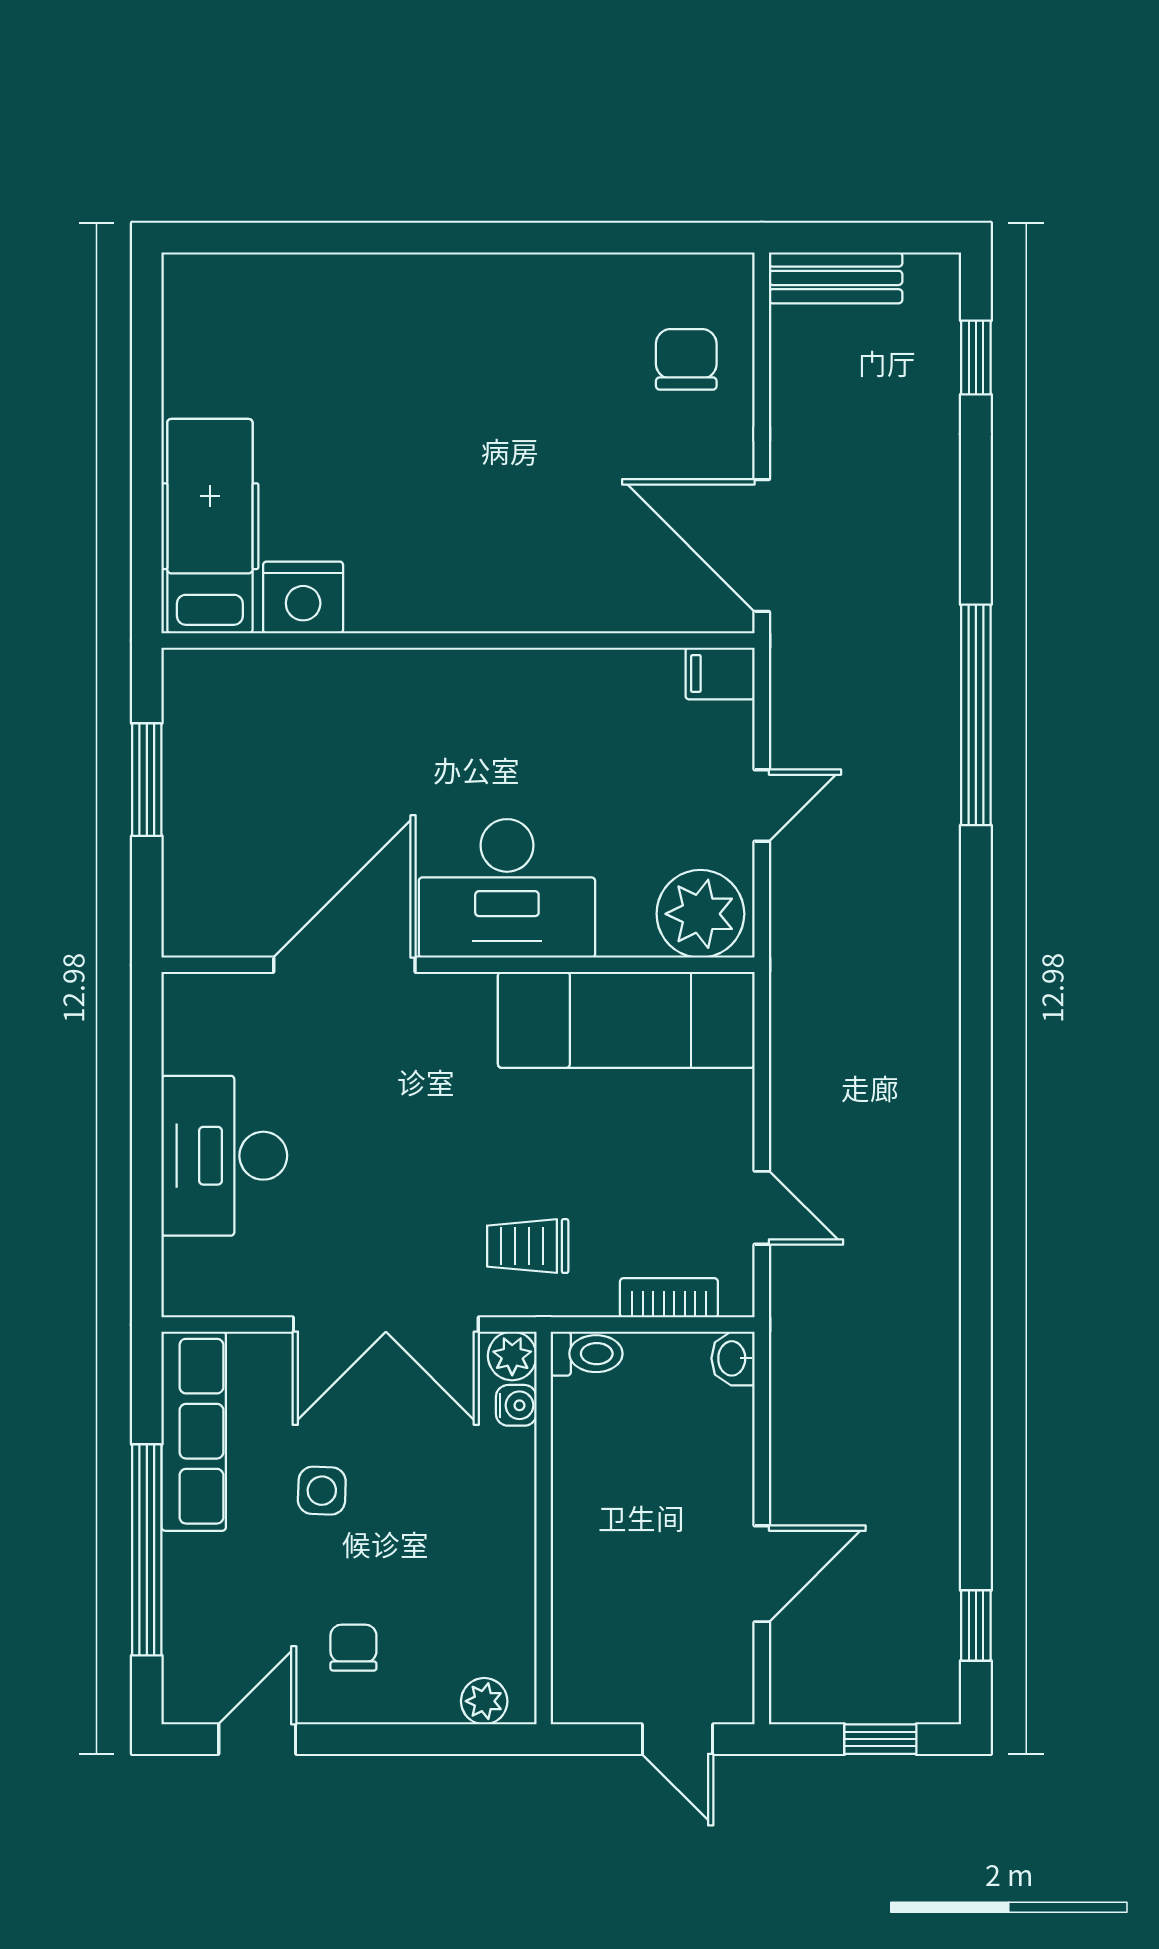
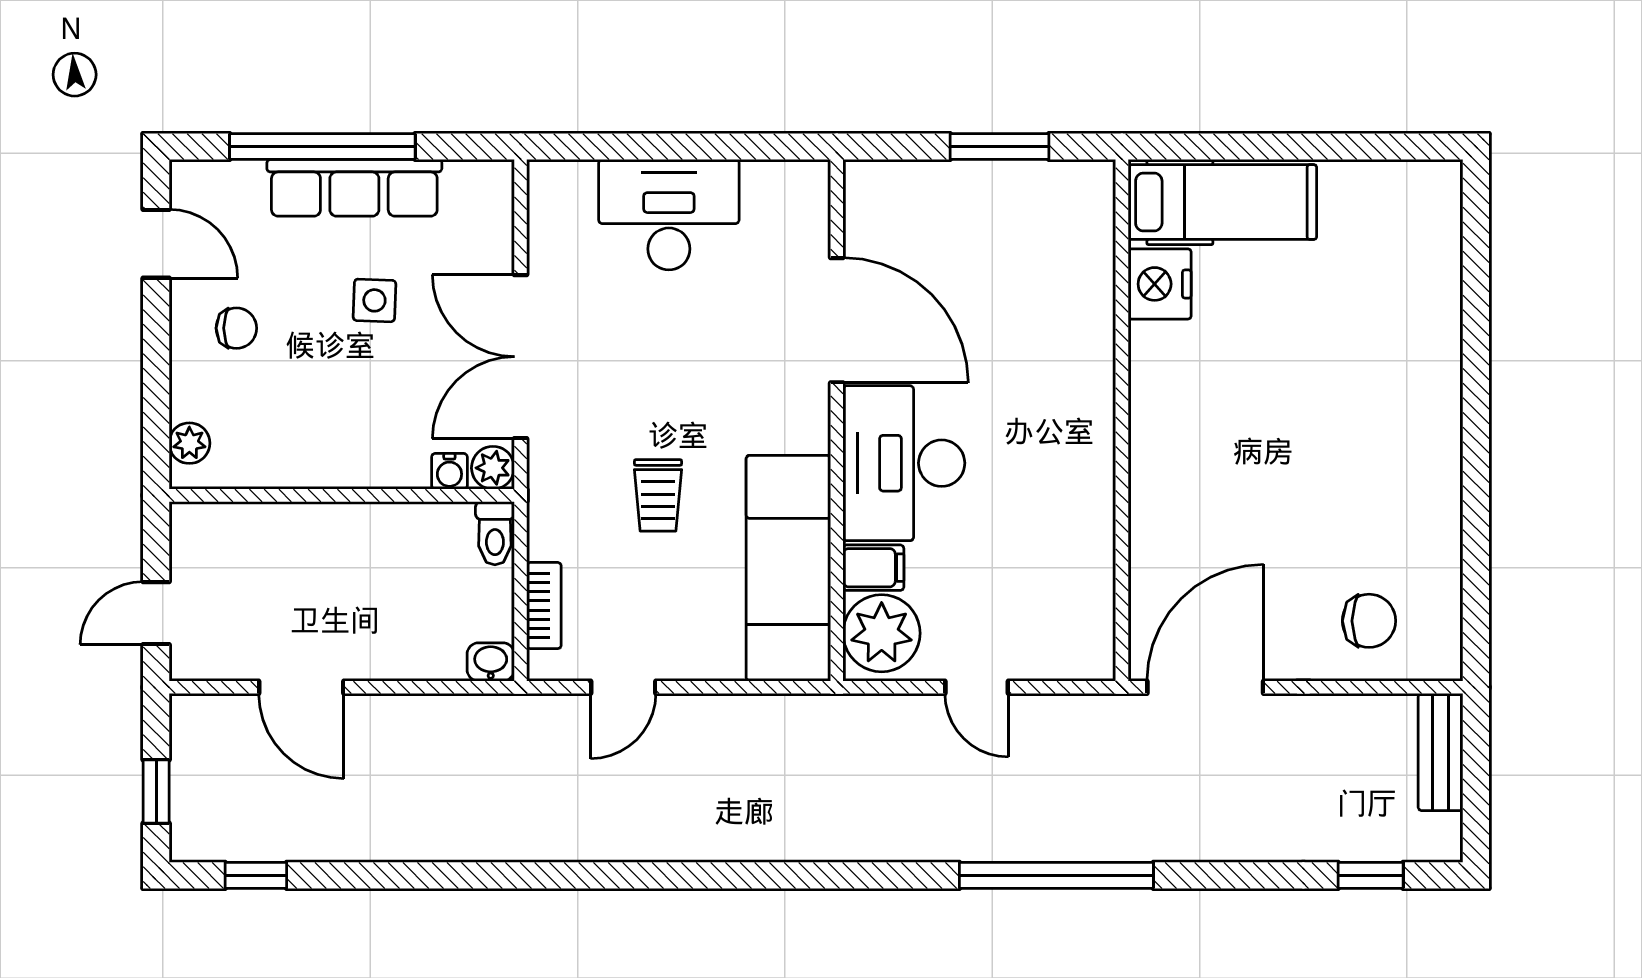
filing cabinet: (720, 673) -> (873, 568), moved, turned 90
trolley: (528, 1246) -> (658, 495), moved, turned 180
row of seats: (194, 1431) -> (354, 188), moved

